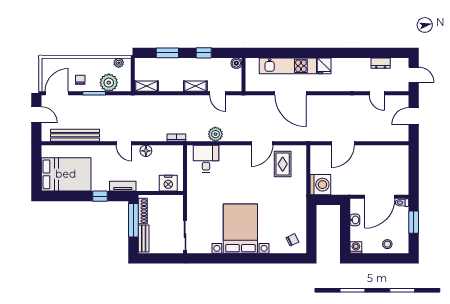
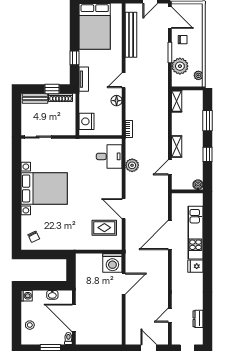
door: (343, 143) -> (124, 284), swing flipped
washing machine: (320, 185) -> (112, 263), moved
window: (133, 220) -> (52, 89), width x0.46

